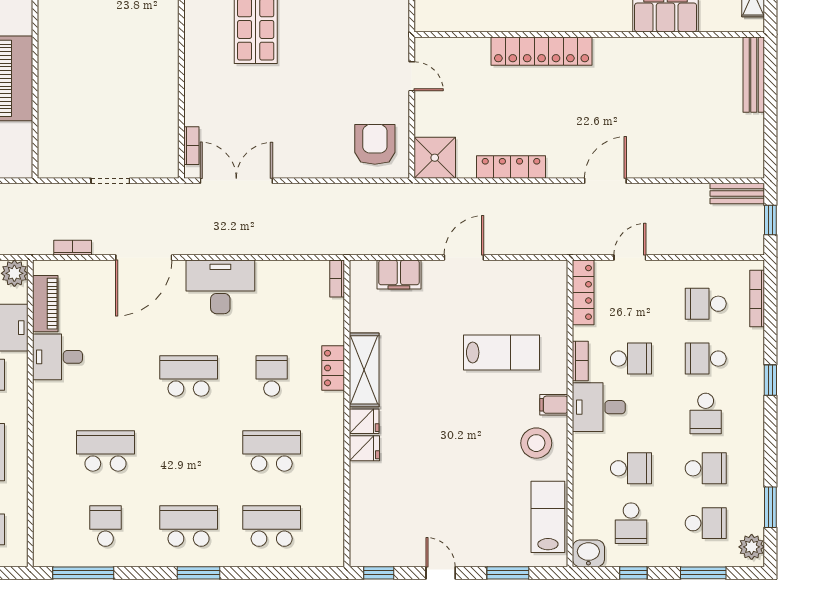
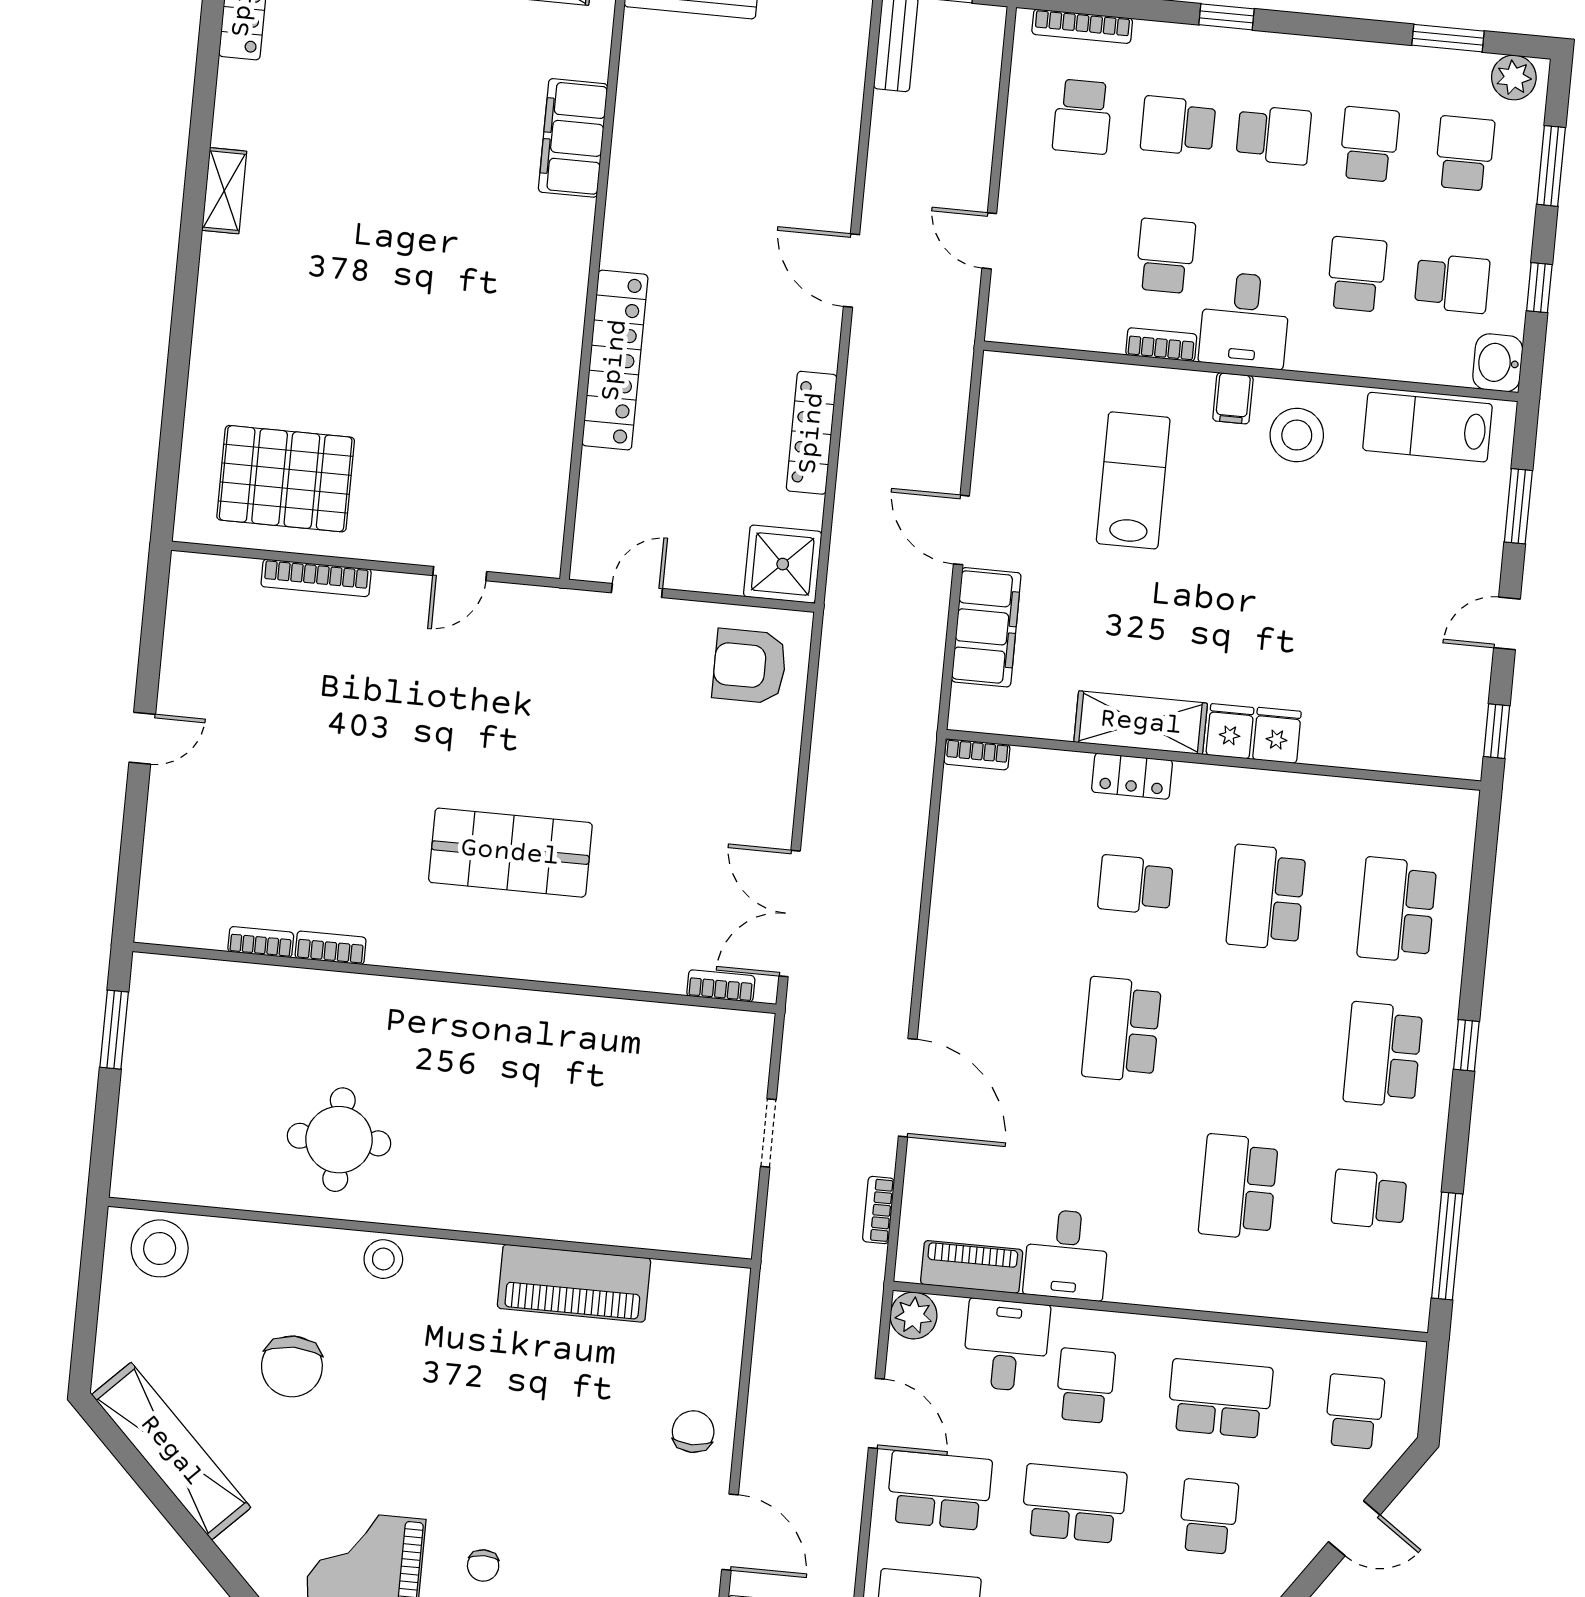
filing cabinet: (399, 274) -> (986, 627), width x1.50, depth x1.17
desk: (220, 287) -> (972, 959), removed
locker: (583, 292) -> (1042, 328), removed
school desk: (706, 359) -> (1178, 126), turned 90
window: (198, 573) -> (1466, 1045), width x0.67

